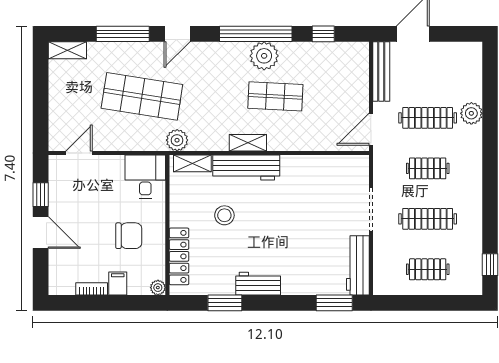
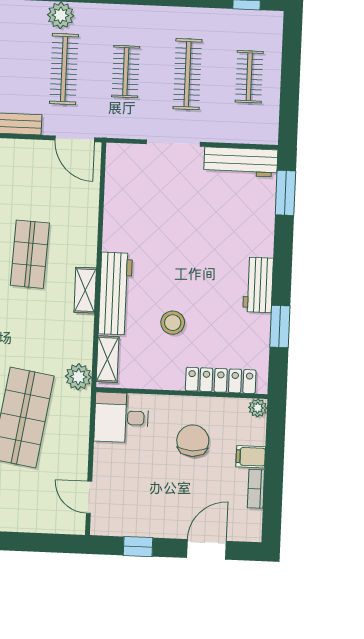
door: (41, 233) -> (207, 549), moved

